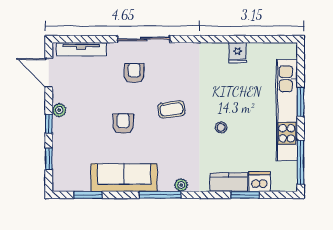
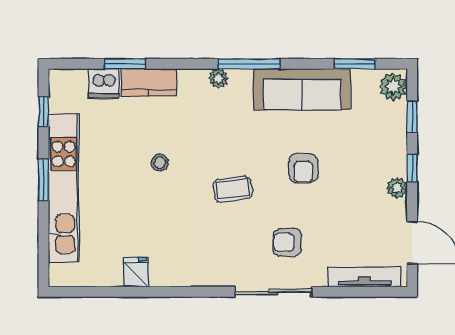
armchair: (134, 73) -> (287, 242), turned 90
window: (301, 102) -> (43, 180), moved
window: (301, 162) -> (43, 111), width x0.46
plant: (62, 179) -> (393, 87), added

